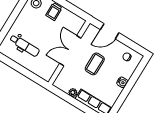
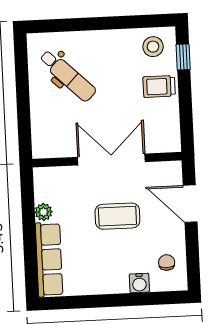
dental chair: (25, 45) -> (68, 76), turned -46
water cooler: (122, 82) -> (139, 283), moved

